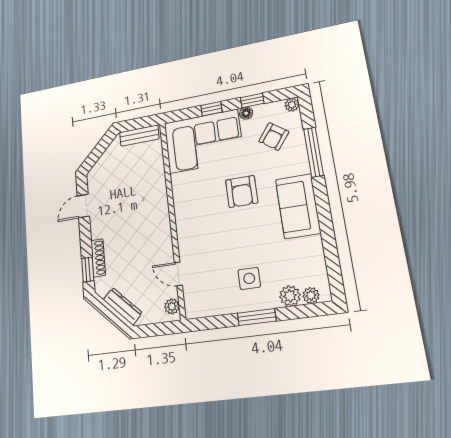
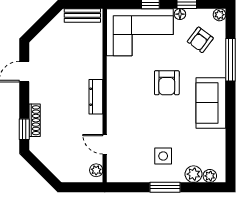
dresser: (123, 306) -> (96, 97), moved, turned -135

